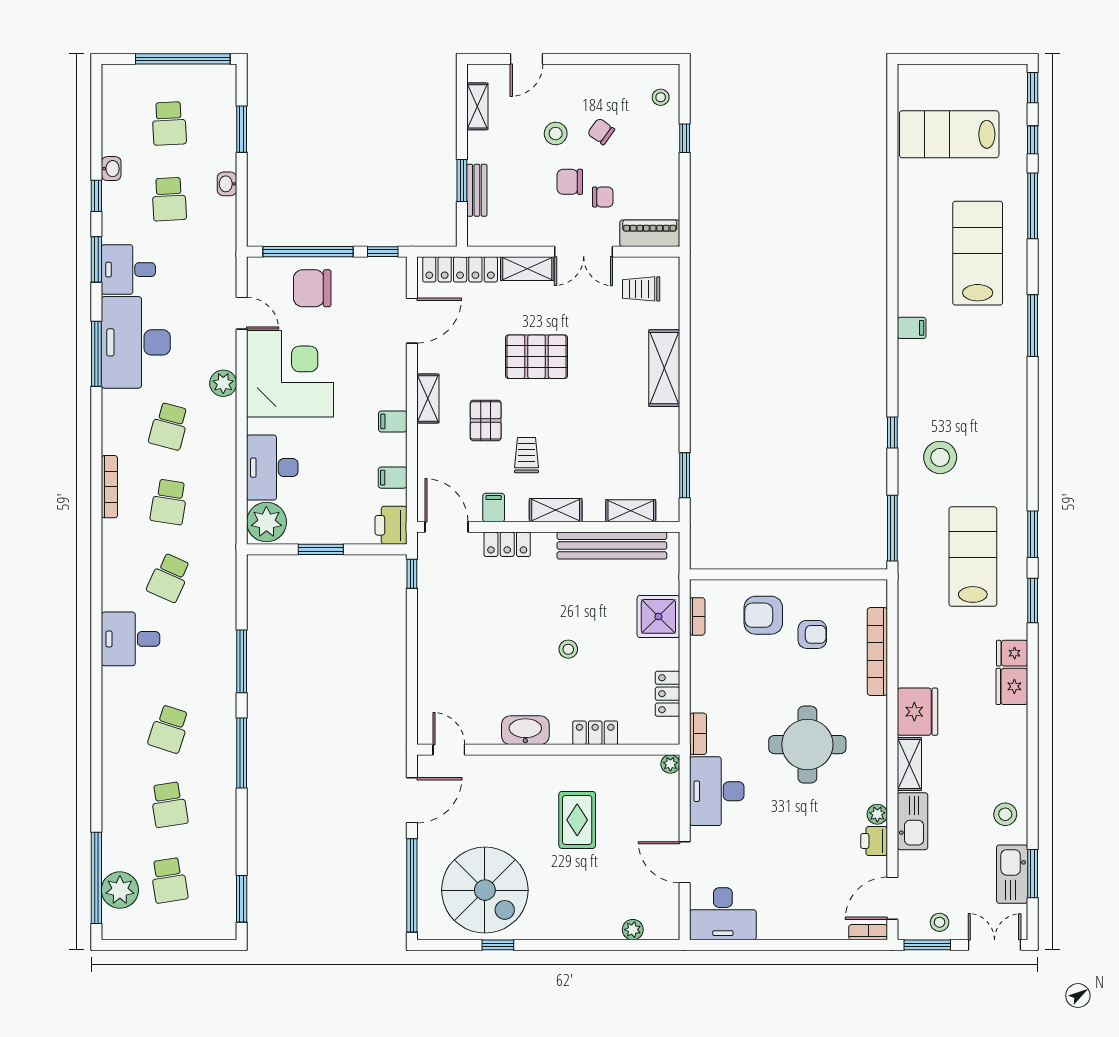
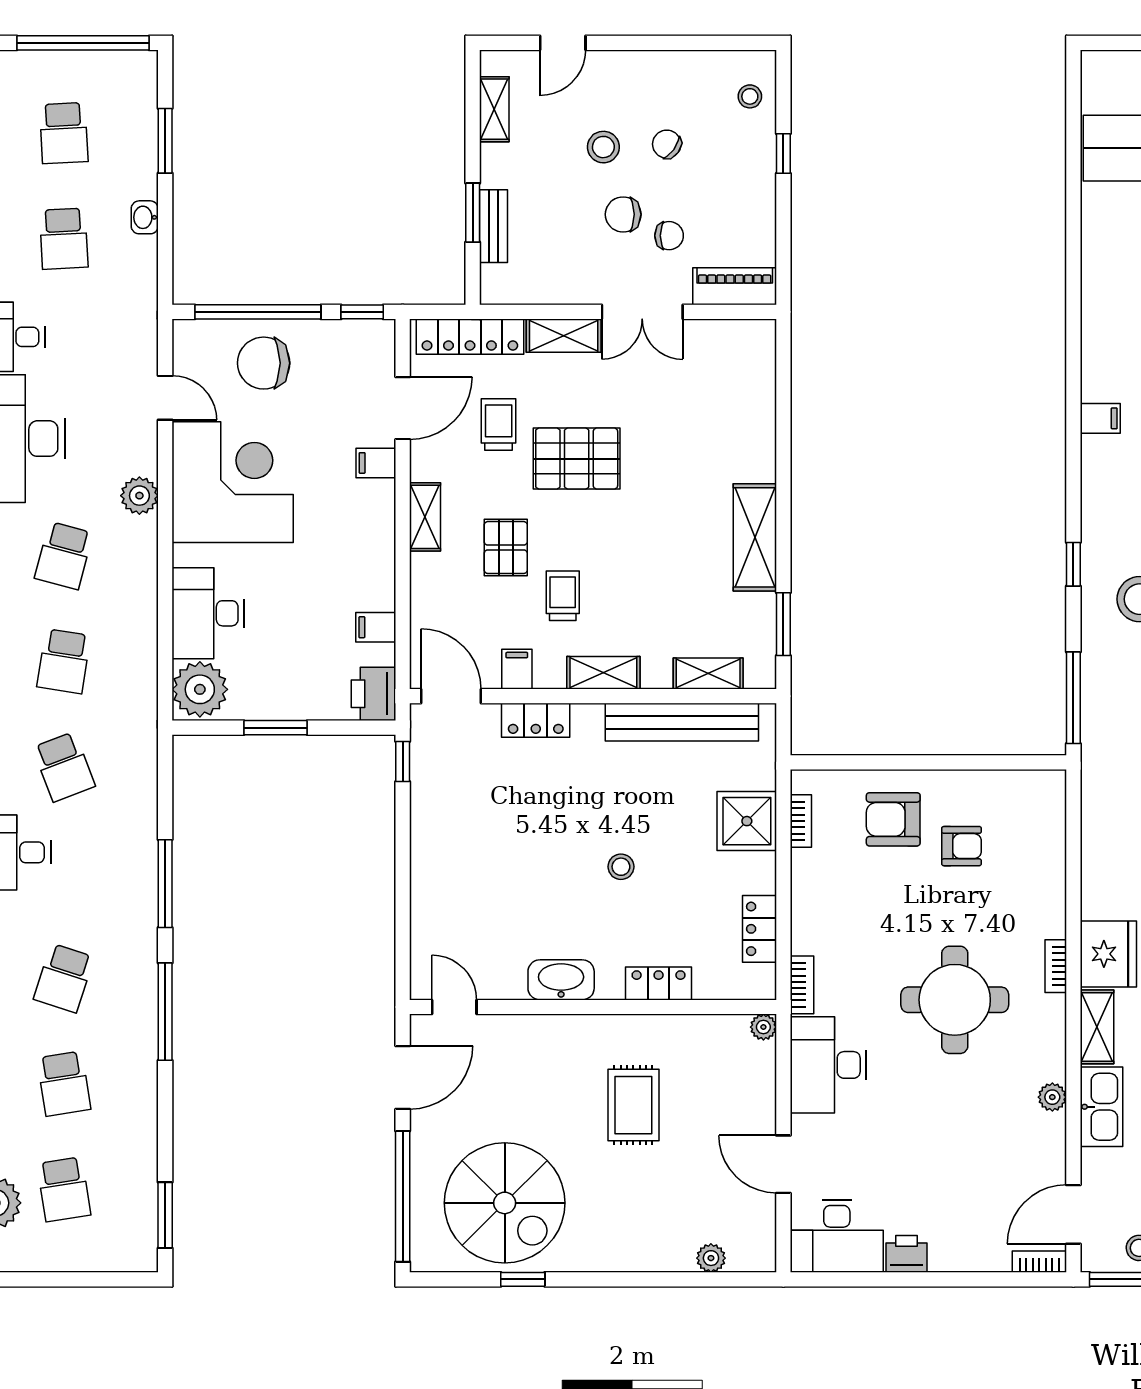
trolley: (641, 289) -> (499, 425), moved, turned 90
shelving: (664, 368) -> (755, 537), moved
filing cabinet: (393, 421) -> (376, 463), moved
school desk: (169, 578) -> (64, 767), turned -45
bookcase: (877, 652) -> (1056, 966), moved, width x0.43, depth x0.76
printer: (874, 841) -> (906, 1254), moved, turned 90

